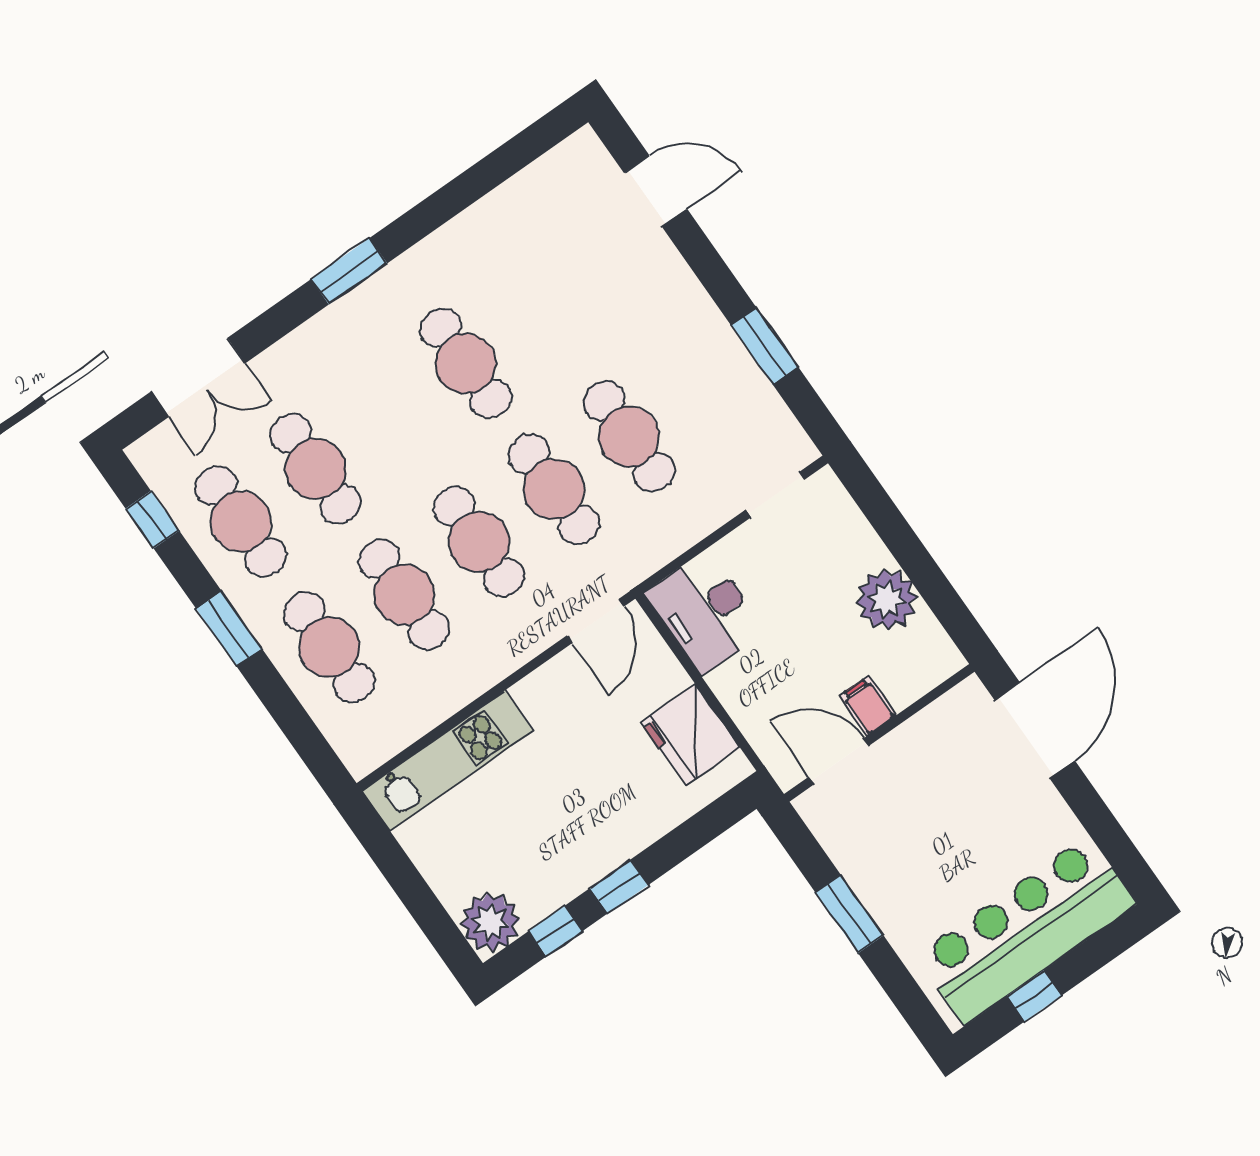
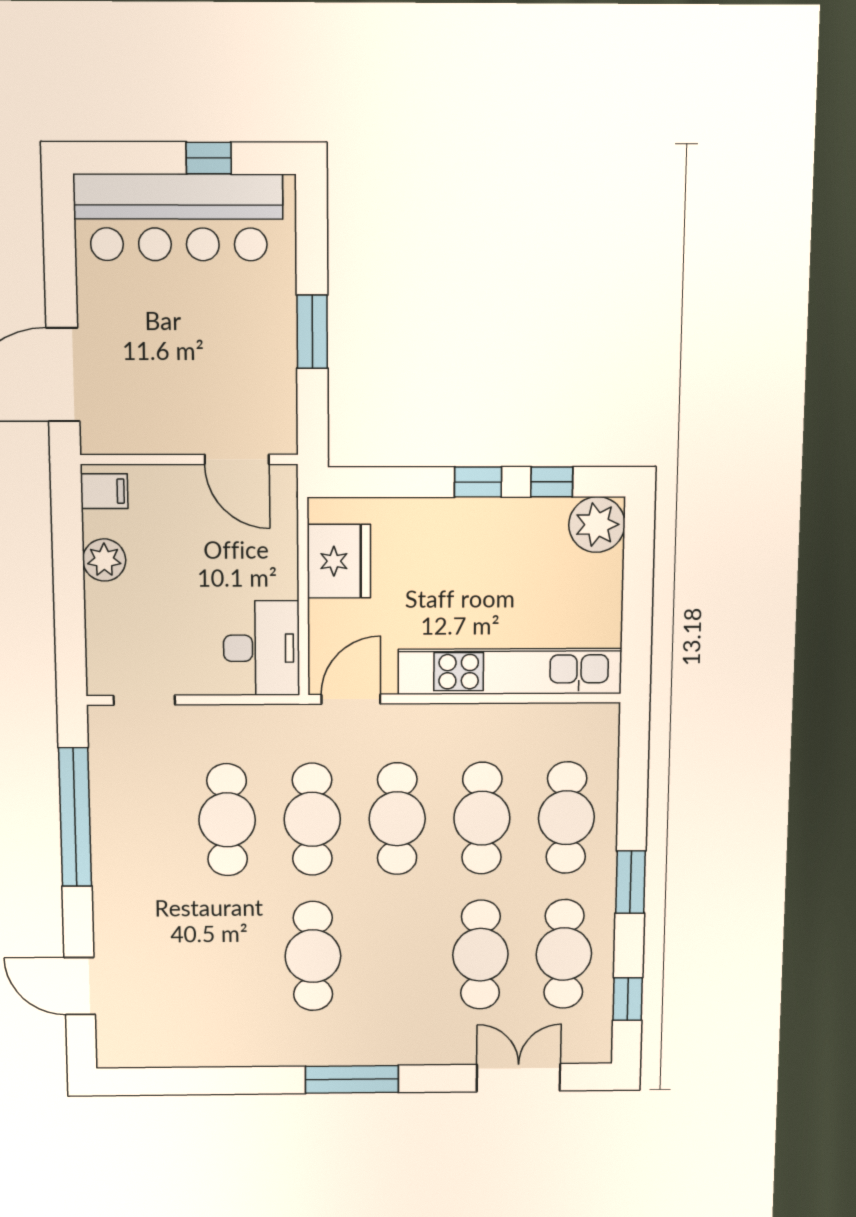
window: (349, 271) -> (352, 1079), width x1.44
window: (765, 346) -> (75, 817), width x2.11
plant: (887, 600) -> (104, 560), width x0.73, depth x0.73
filing cabinet: (868, 706) -> (104, 491), moved, turned -90
kitchen unit: (447, 761) -> (510, 671), width x1.36

